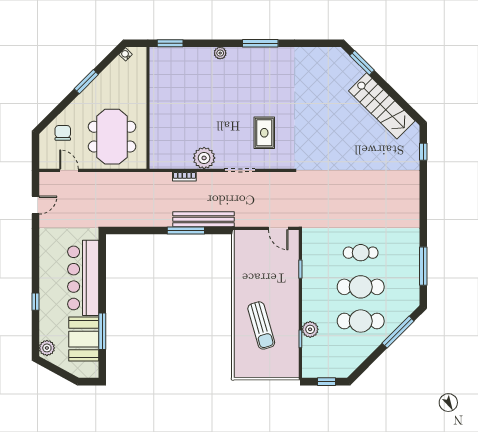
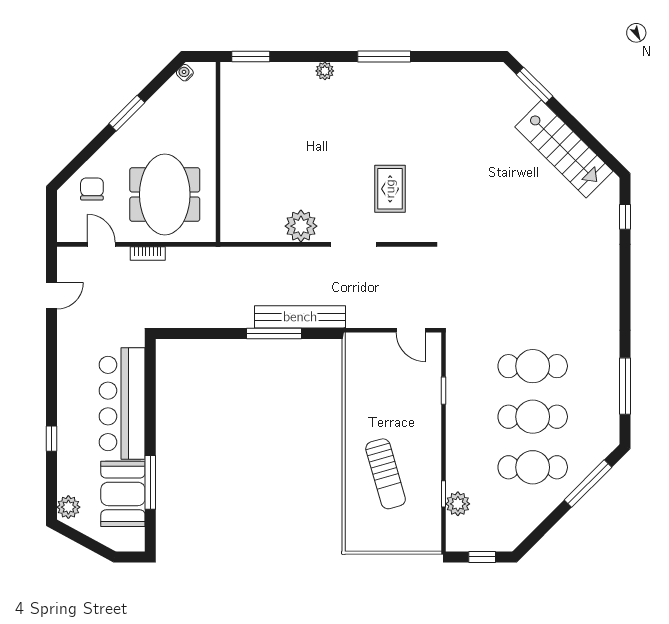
bookcase: (184, 176) -> (148, 253), moved
cafe table: (361, 253) -> (533, 366), width x1.37, depth x1.35
plant: (310, 329) -> (458, 504), moved

